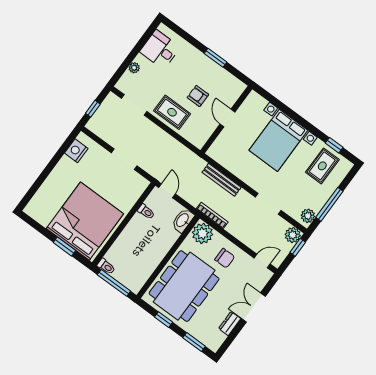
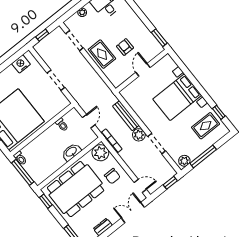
window: (215, 58) -> (159, 38), moved
door: (167, 191) -> (89, 121), moved
washbasin: (183, 220) -> (71, 152), moved
plant: (293, 235) -> (139, 135), moved
double door: (253, 307) -> (133, 213), moved
window: (164, 320) -> (46, 201), moved

